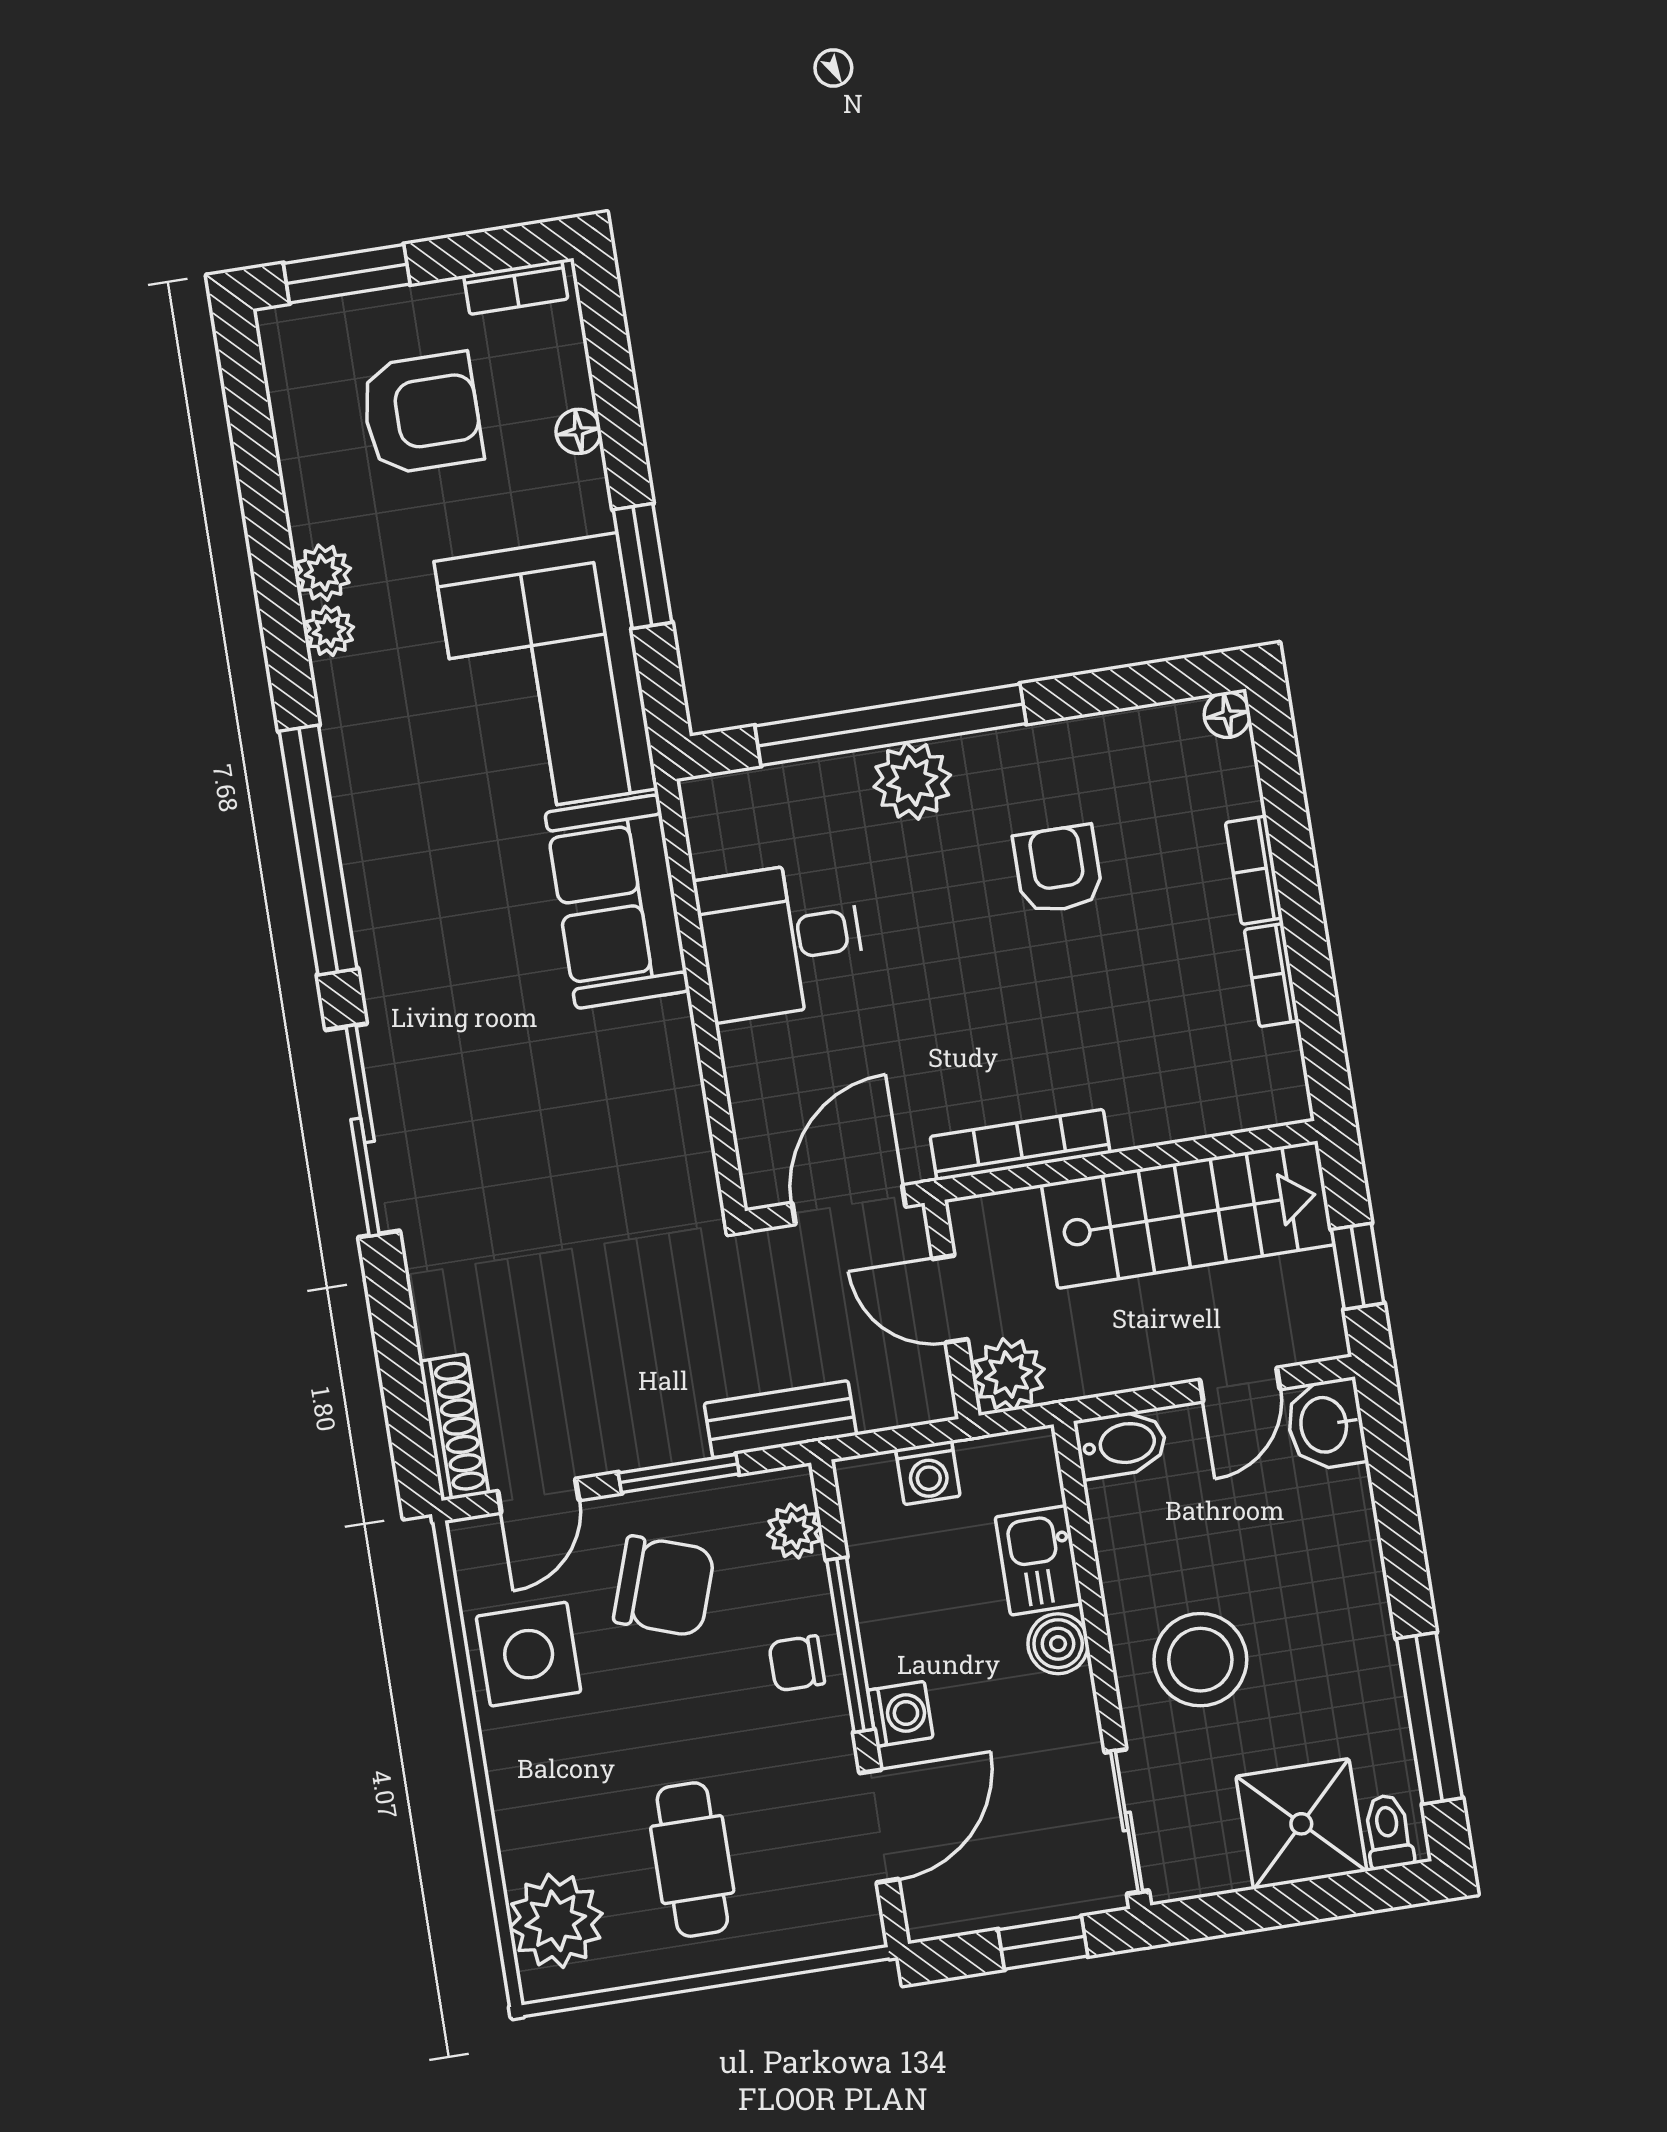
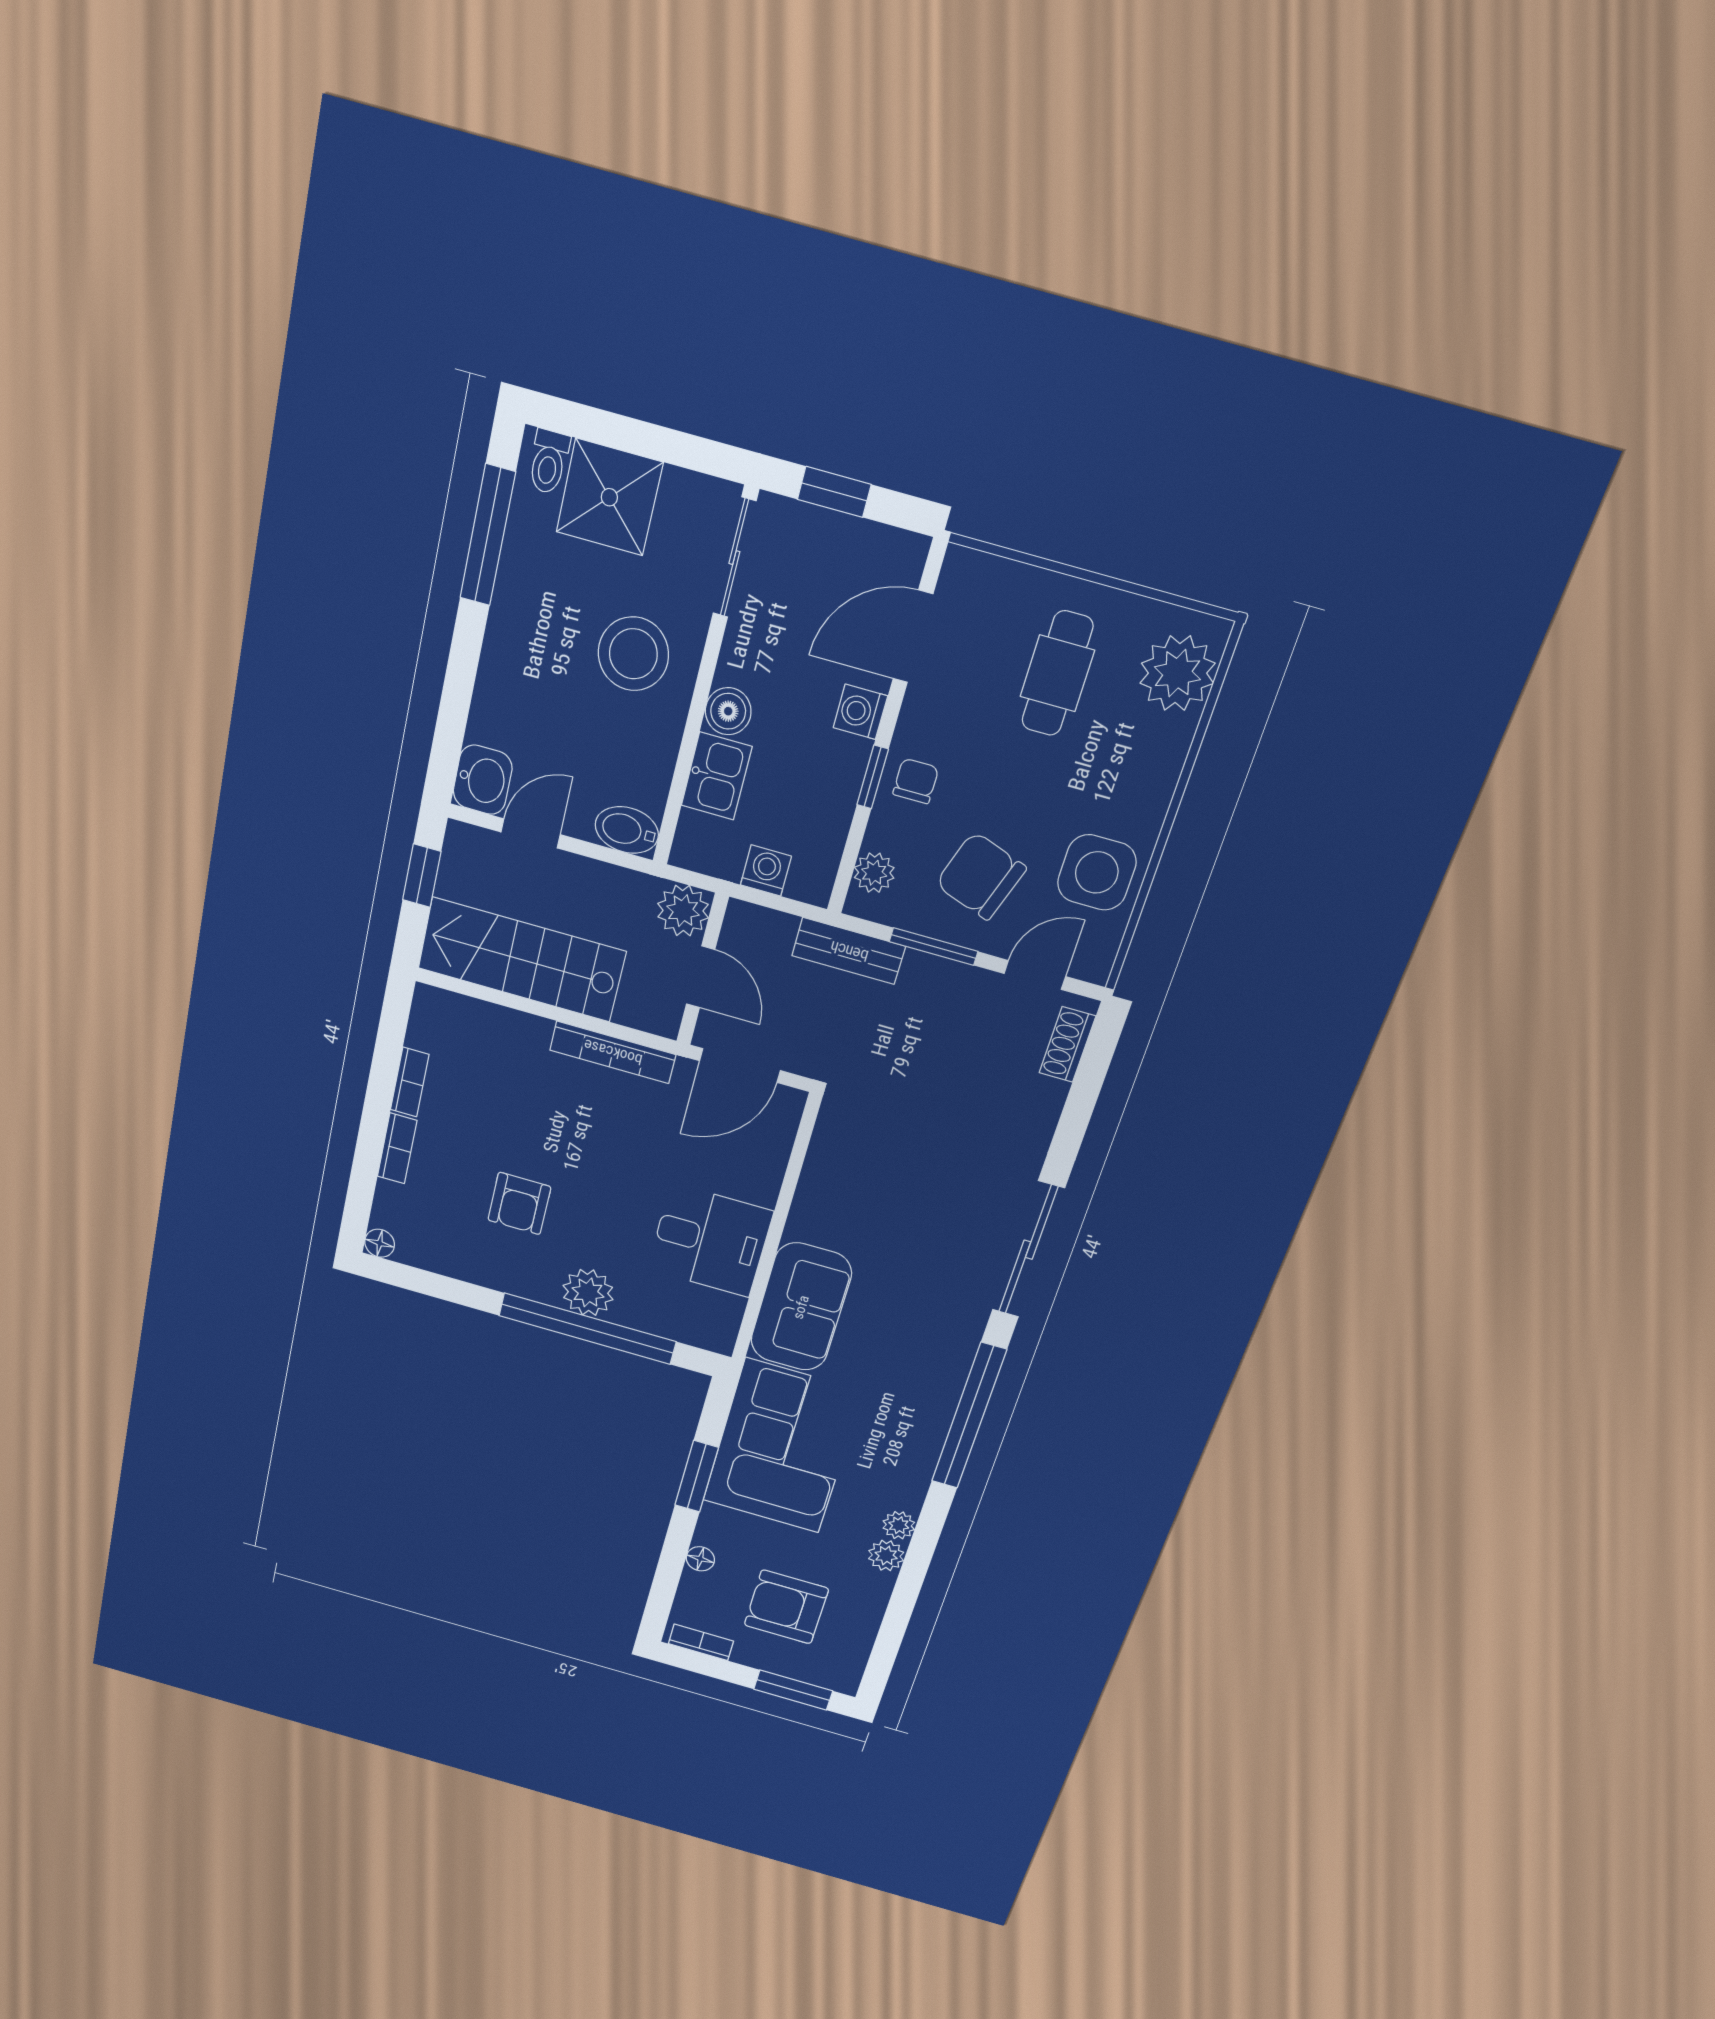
shoe rack: (454, 1427) -> (1067, 1044), width x0.70
window: (850, 1645) -> (873, 777), width x0.46
chair: (797, 1663) -> (916, 781), turned -90

